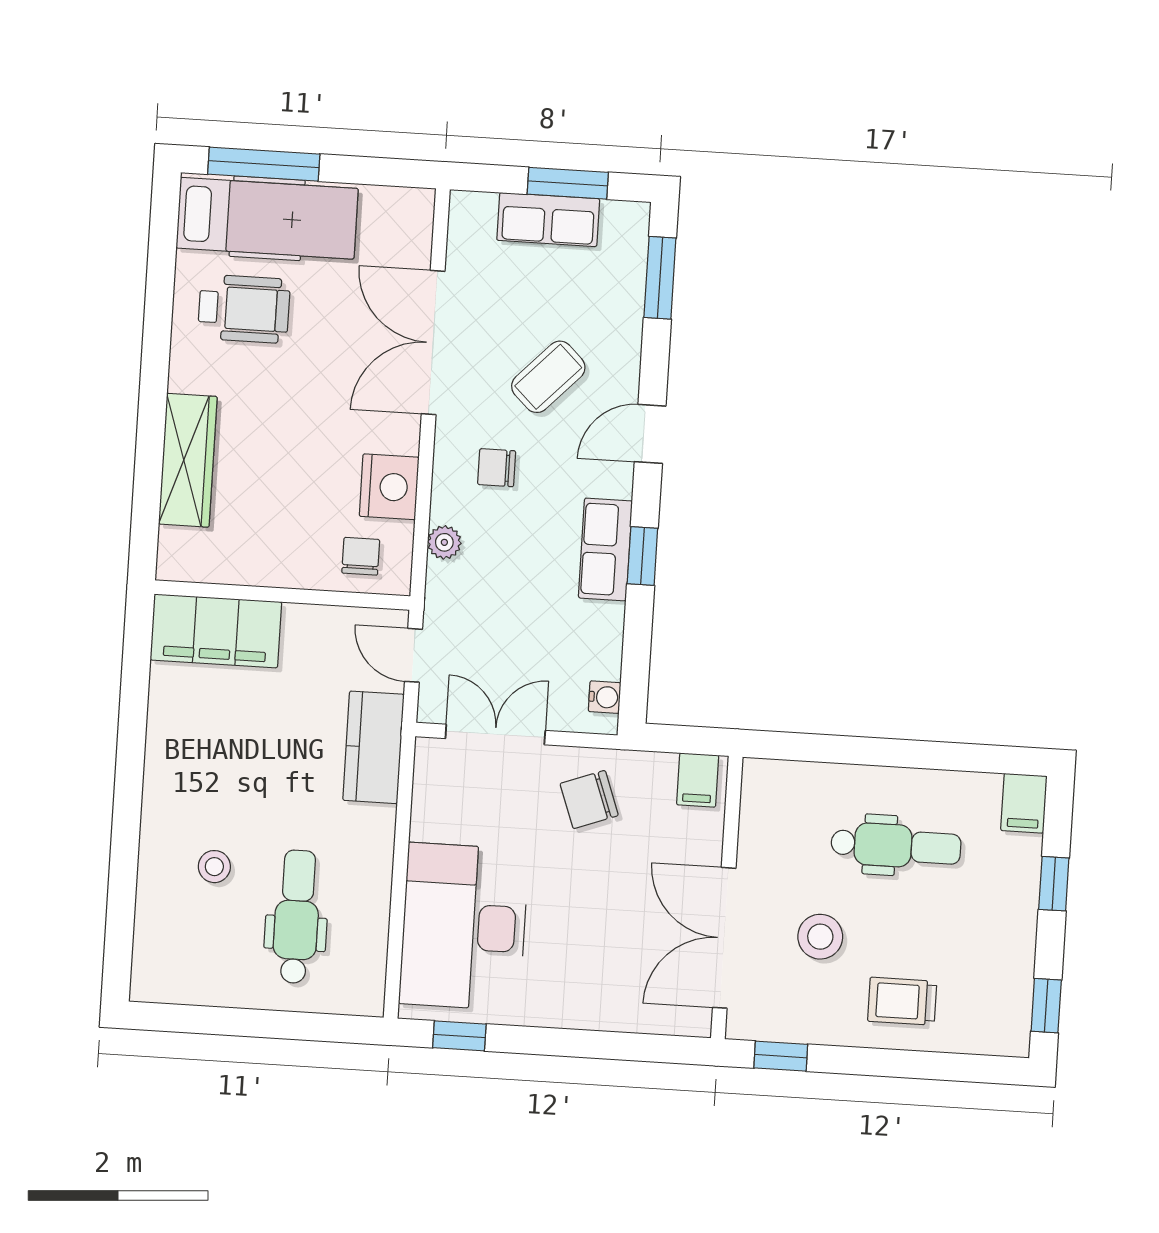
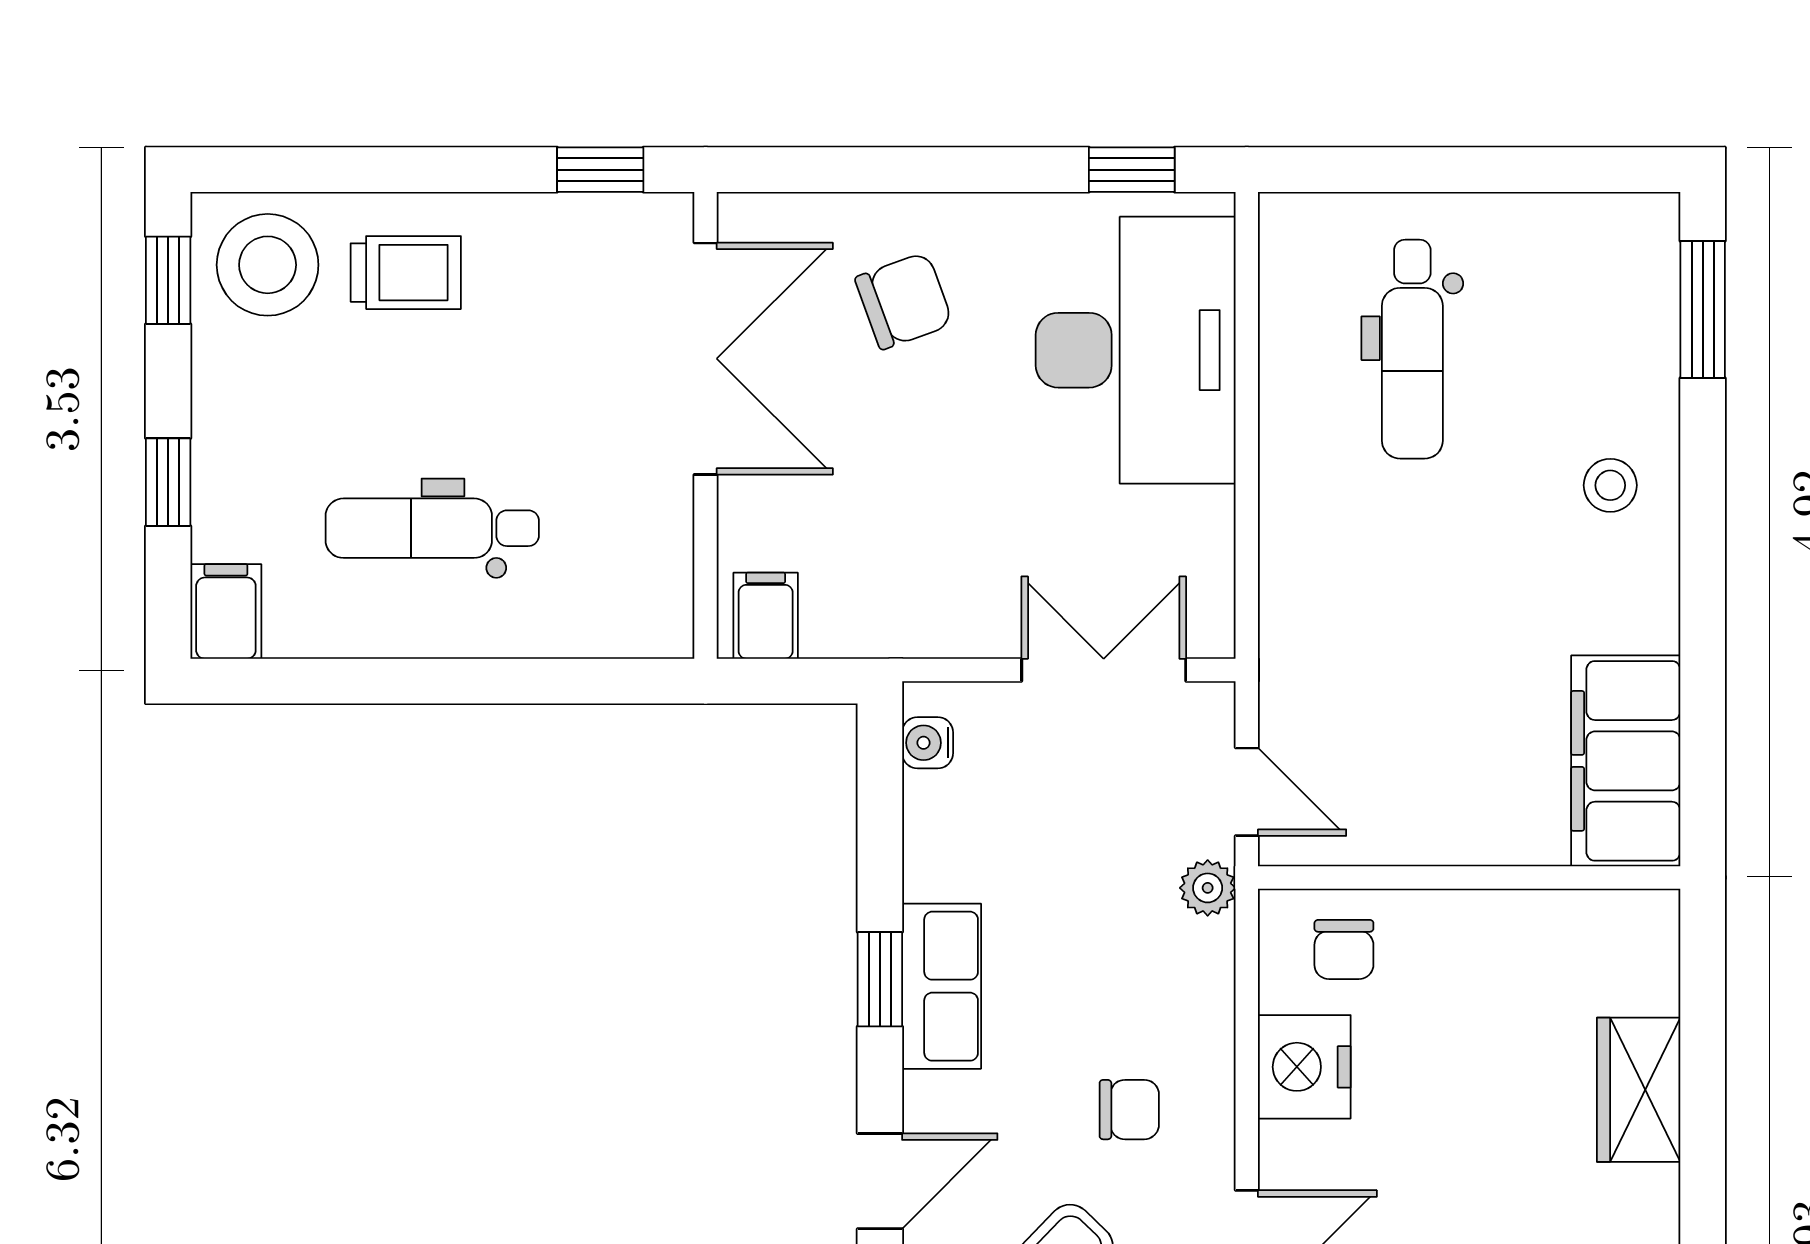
wardrobe: (188, 460) -> (1639, 1090), width x0.67
plant: (444, 542) -> (1208, 888), moved
filing cabinet: (216, 631) -> (1626, 761), moved, turned -90
double door: (495, 734) -> (1104, 670), swing flipped
kitchen counter: (373, 747) -> (1303, 636), removed
chair: (589, 799) -> (904, 301), moved
stool: (214, 867) -> (1610, 485), moved
window: (119, 930) -> (1703, 310), added
stool: (820, 937) -> (268, 265), moved, width x1.38, depth x1.38

